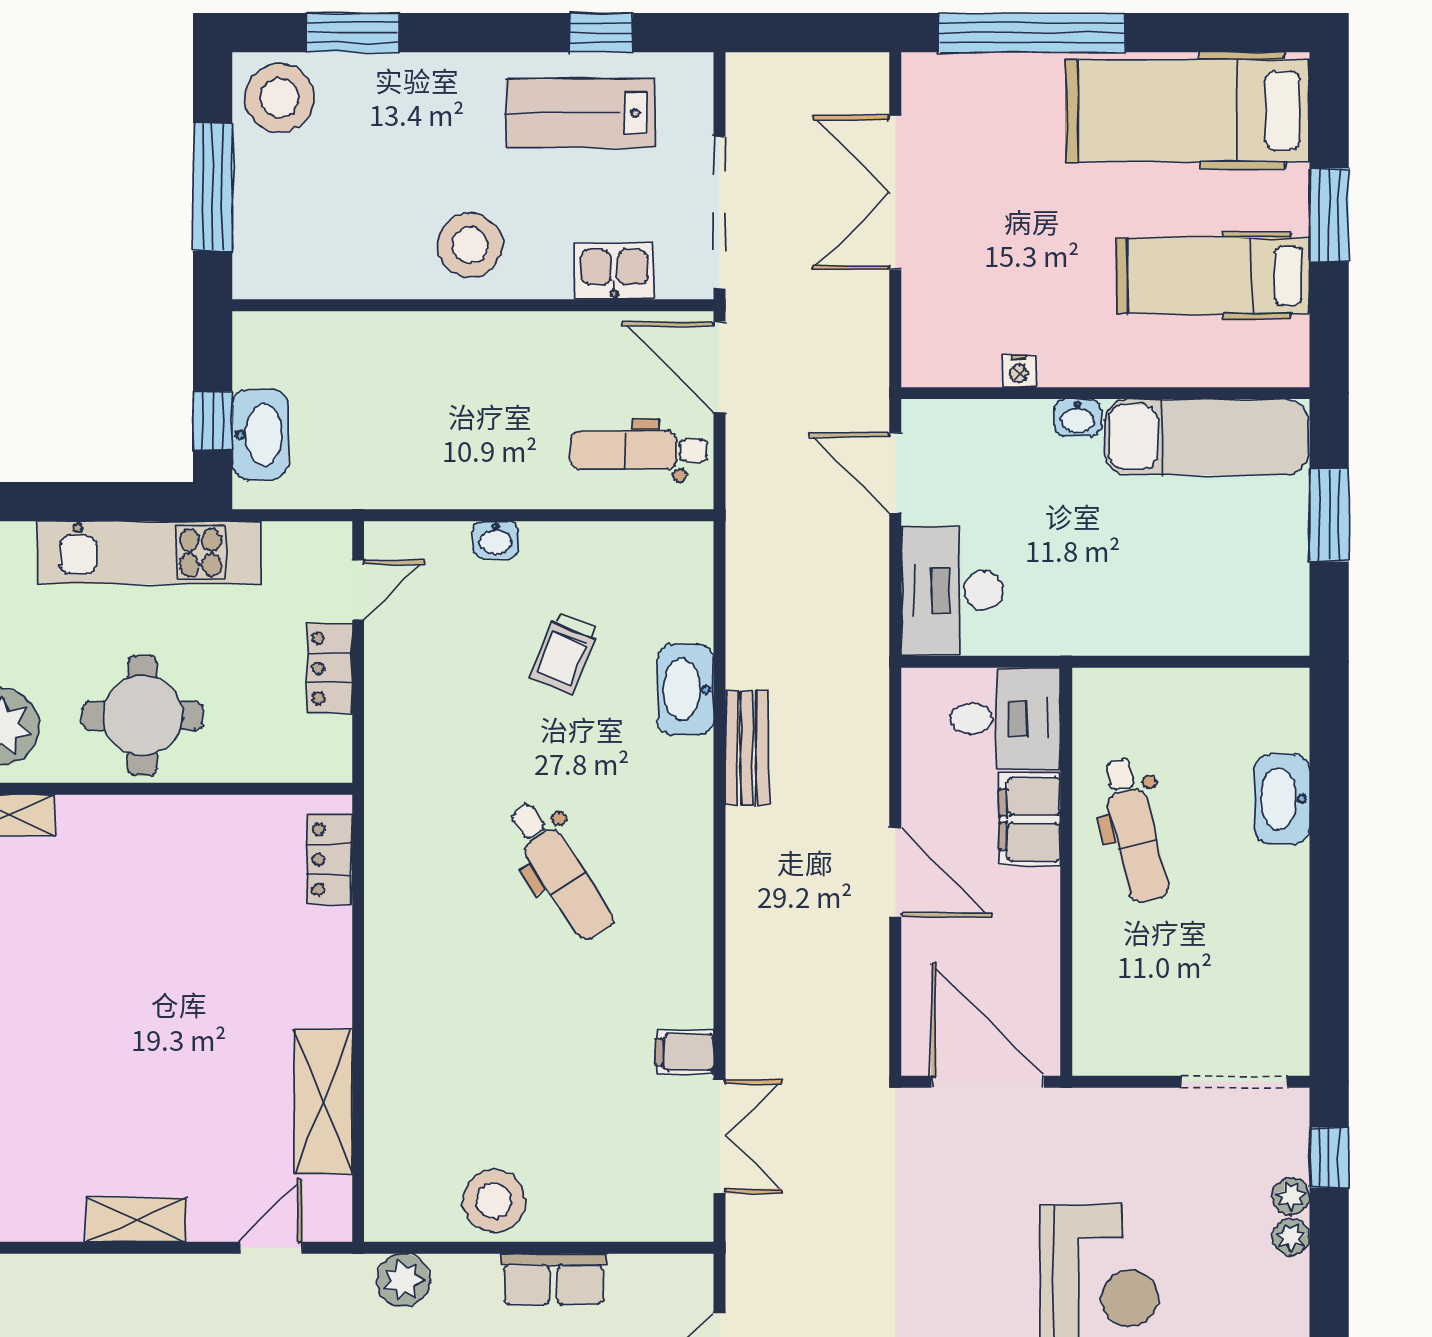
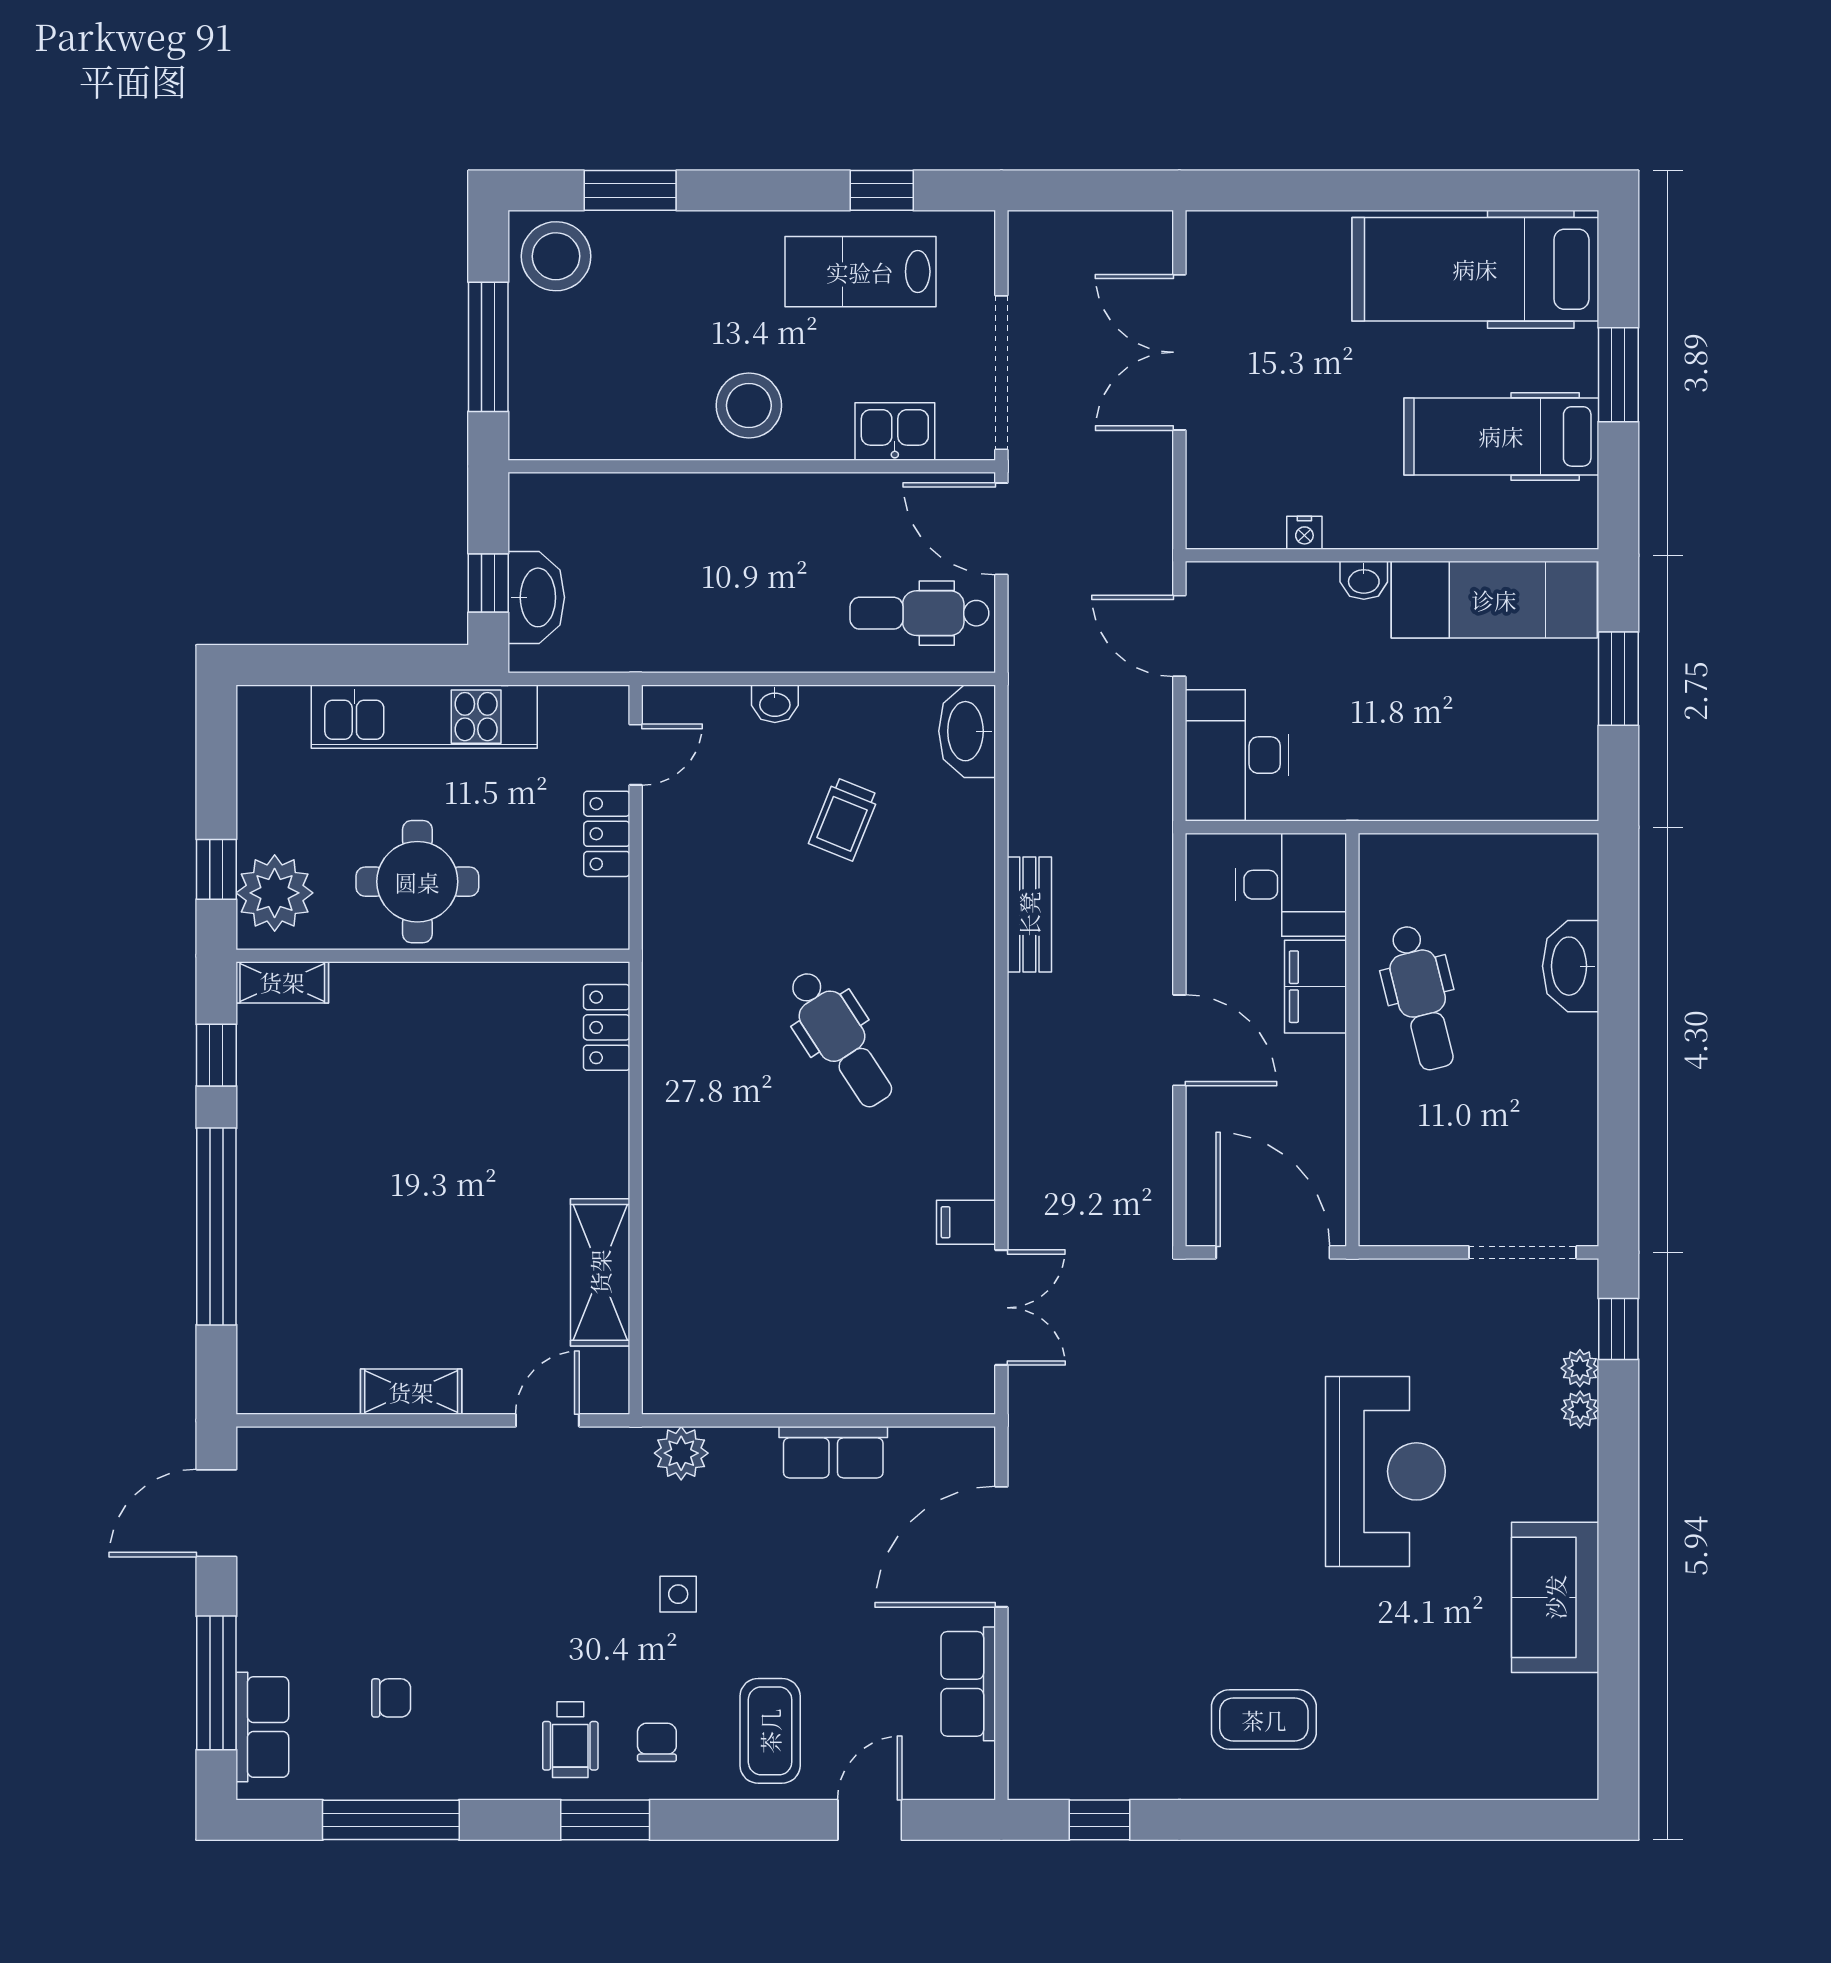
window: (1032, 33) -> (1318, 190), removed
washbasin: (686, 690) -> (967, 731), moved
stool: (494, 1201) -> (773, 1373), removed

